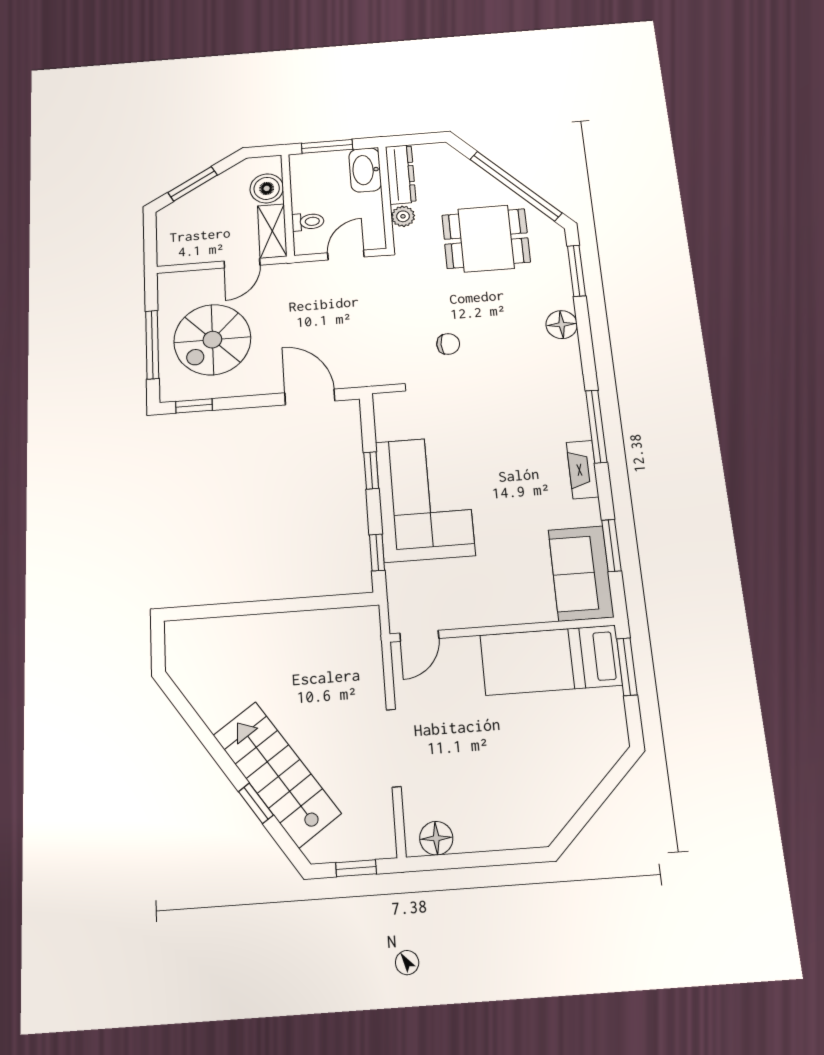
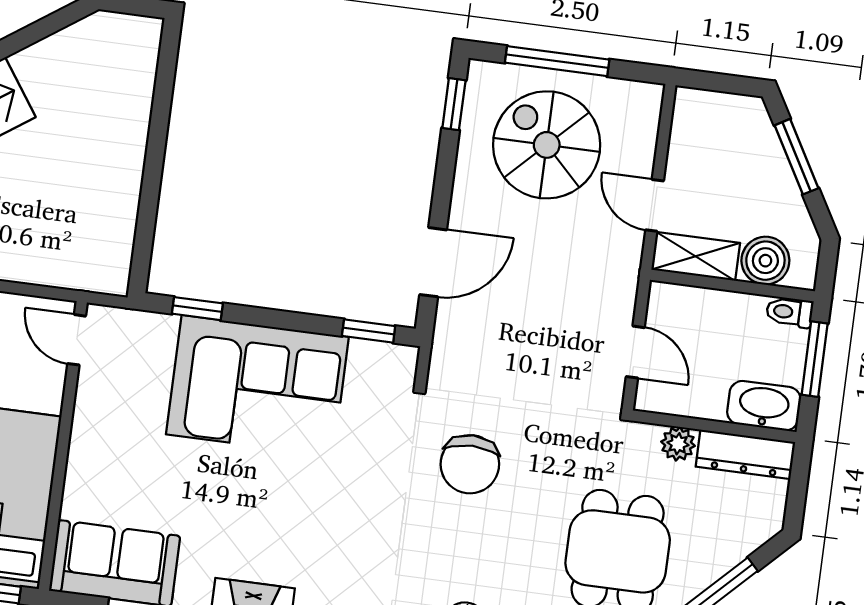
toilet: (308, 222) -> (790, 312), moved, turned 90
chair: (448, 344) -> (470, 464), width x1.87, depth x1.87
window: (371, 470) -> (369, 331), moved

